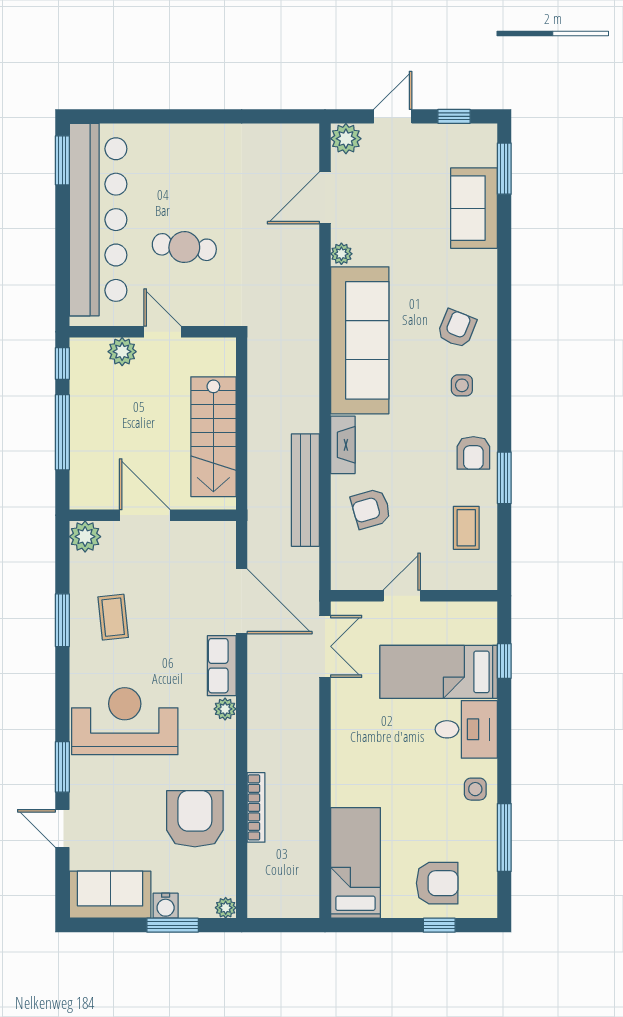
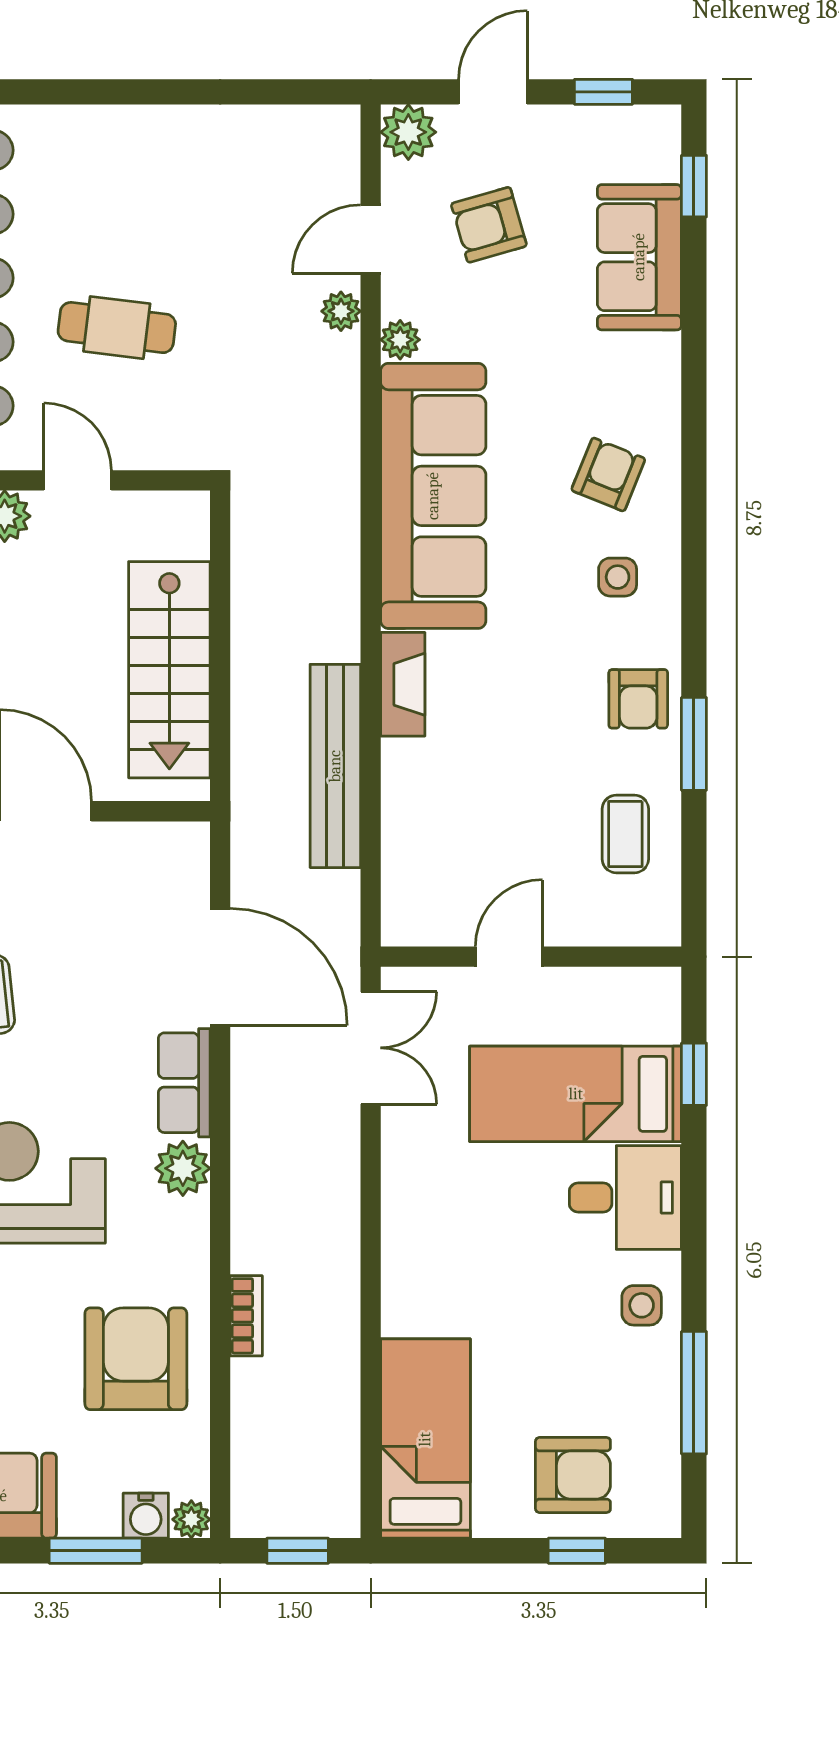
window: (504, 169) -> (694, 186), width x0.67
door: (325, 198) -> (371, 239), width x0.73
plant: (309, 238) -> (341, 311), added
armchair: (371, 509) -> (489, 225), moved
plant: (225, 709) -> (183, 1168), width x1.38, depth x1.38
bookcase: (256, 807) -> (246, 1316), width x0.64
water cooler: (166, 906) -> (146, 1516), moved
window: (285, 925) -> (298, 1551), added

